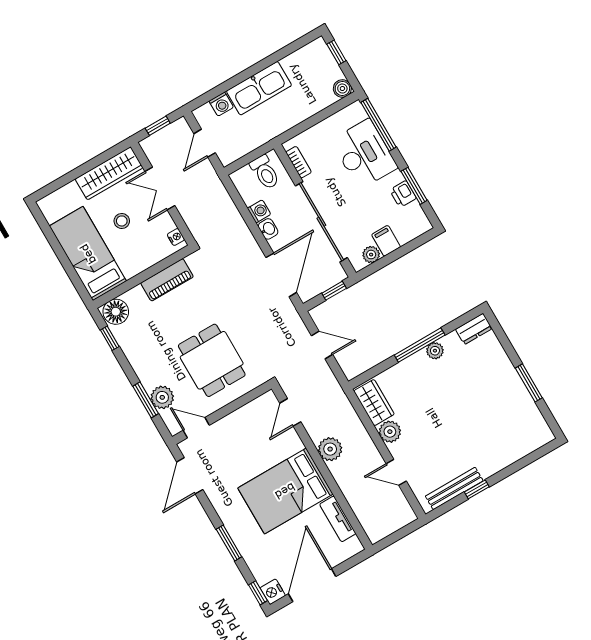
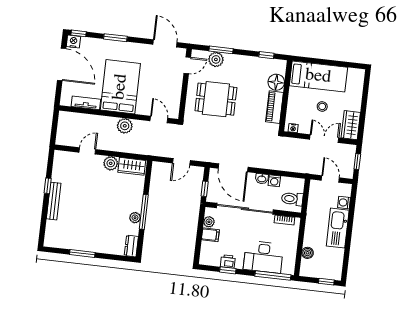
boiler: (342, 89) -> (308, 253), moved
wardrobe: (109, 173) -> (351, 125), width x0.67
window: (414, 186) -> (228, 270), width x0.67
floor lamp: (116, 312) -> (276, 82), moved
bench: (454, 488) -> (54, 201), moved

